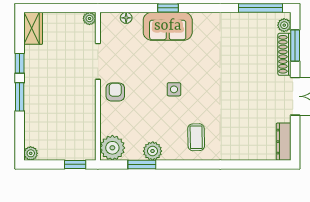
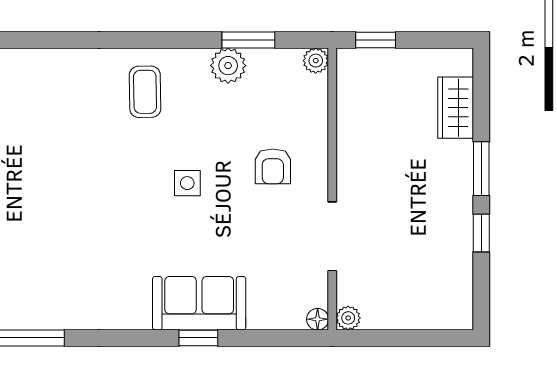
floor lamp: (126, 18) -> (318, 319), moved
wardrobe: (33, 28) -> (456, 108), moved
armchair: (115, 92) -> (273, 166), moved
plant: (112, 148) -> (316, 61), width x0.53, depth x0.53
plant: (31, 153) -> (460, 61), removed

